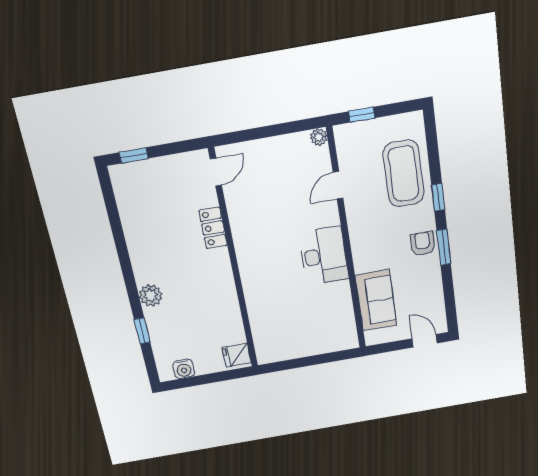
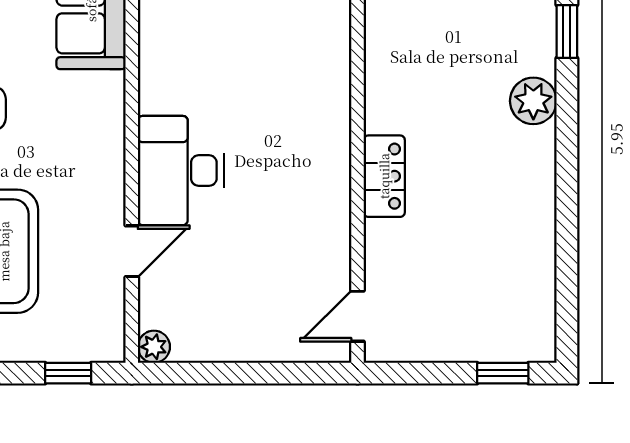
locker: (213, 228) -> (384, 176), moved
desk: (324, 256) -> (181, 171), moved

